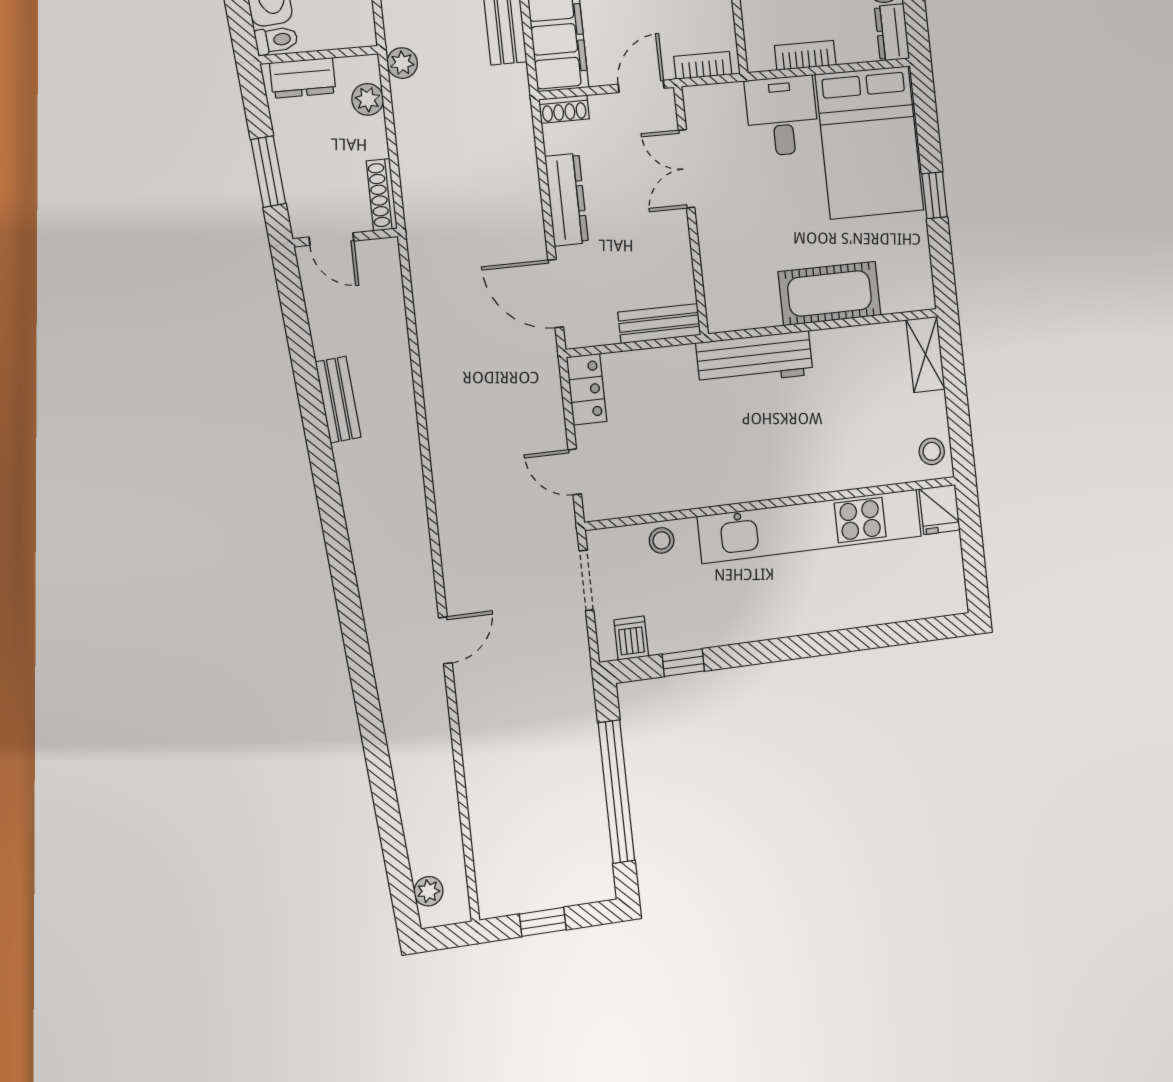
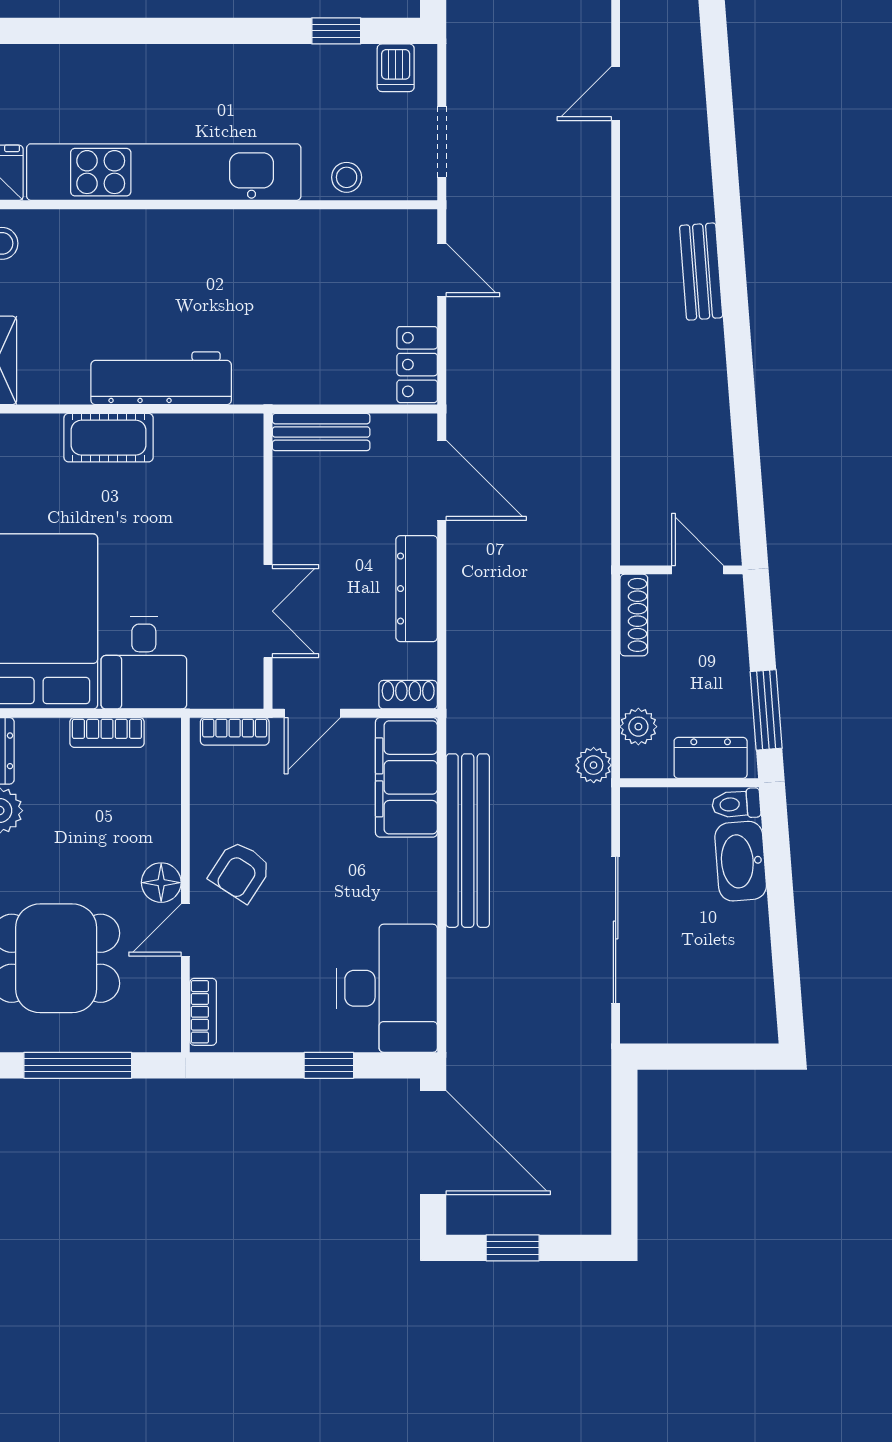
window: (268, 172) -> (766, 710), moved
cot: (830, 294) -> (109, 438), width x0.73, depth x0.75
workbench: (755, 359) -> (161, 378), moved
bench: (338, 400) -> (701, 272), moved

